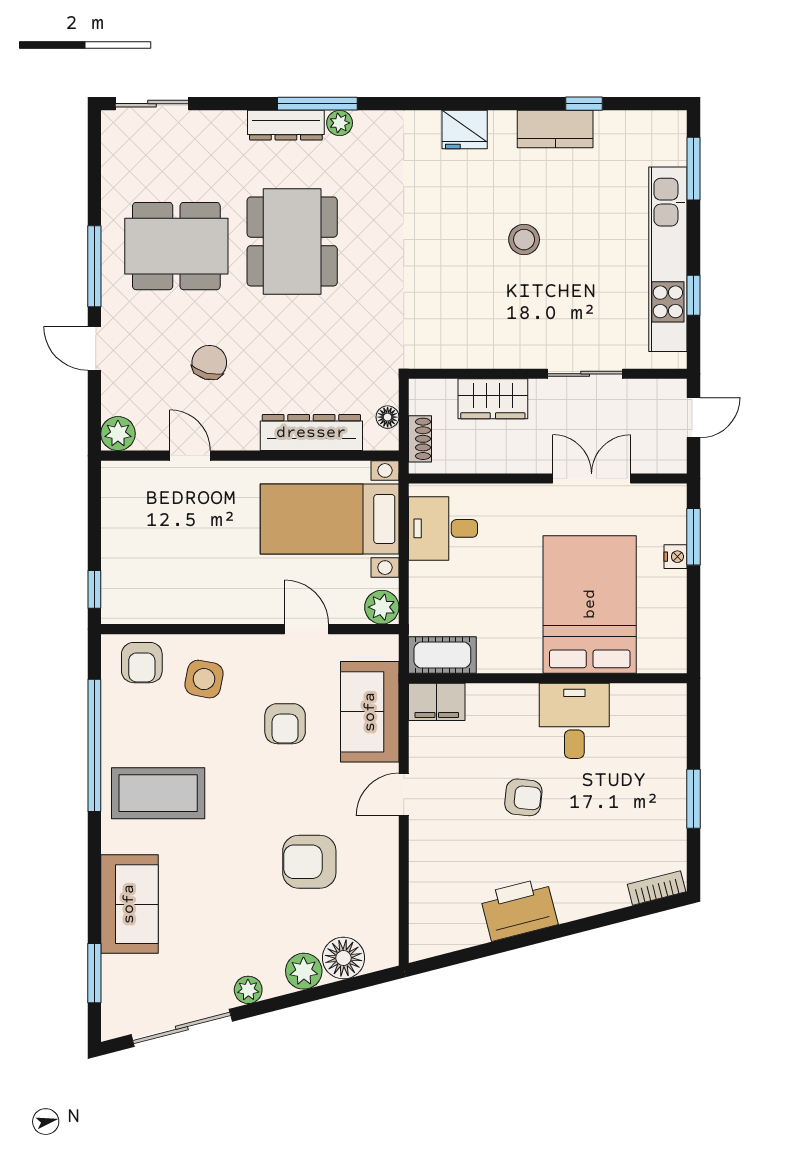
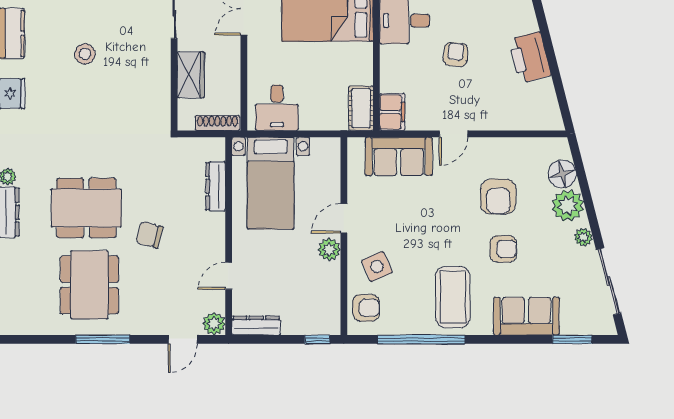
door: (94, 348) -> (183, 339), moved
chair: (209, 362) -> (149, 235), moved
floor lamp: (388, 417) -> (203, 145), removed
dresser: (311, 433) -> (216, 186), width x0.73, depth x0.80
shoe rack: (420, 439) -> (217, 123), width x1.43
dresser: (115, 497) -> (256, 326), added
plant: (382, 607) -> (329, 249), moved
door: (307, 629) -> (344, 218), moved
side table: (204, 679) -> (377, 267), turned -35
armchair: (285, 724) -> (503, 249), moved
door: (404, 795) -> (454, 134), hinge flipped
plant: (304, 971) -> (568, 206), width x1.36, depth x1.36

